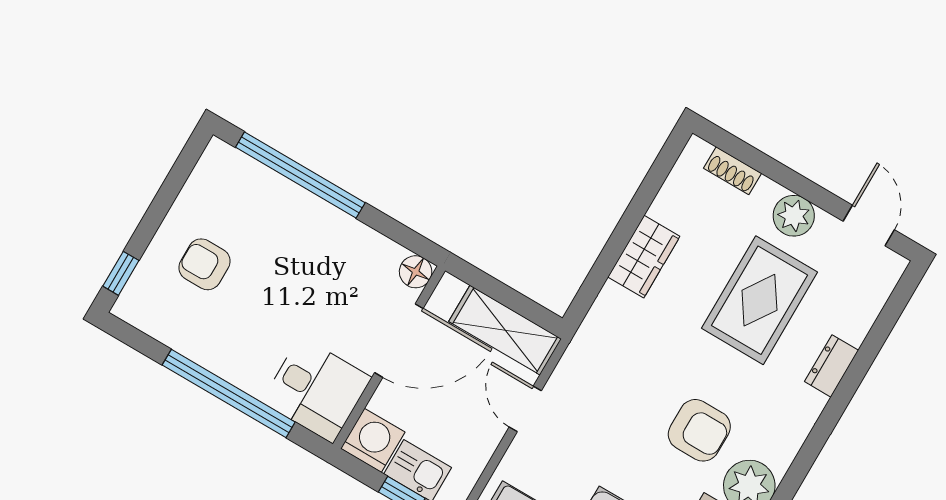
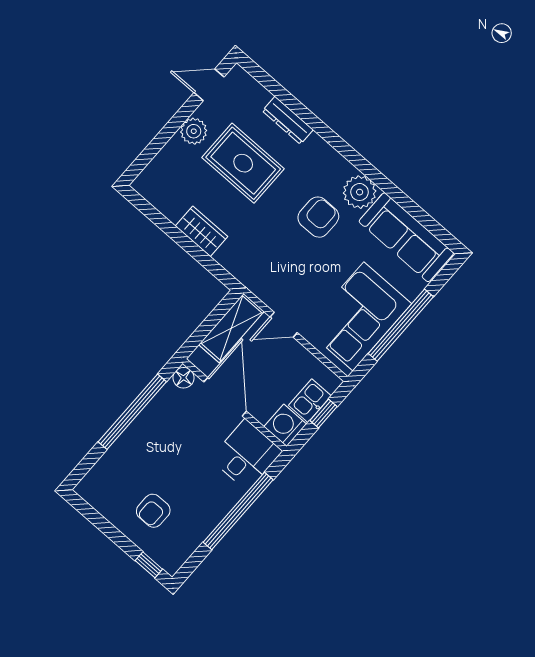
shoe rack: (733, 171) -> (158, 165), removed
window: (300, 175) -> (132, 412), moved
dresser: (832, 366) -> (288, 120), width x1.44

